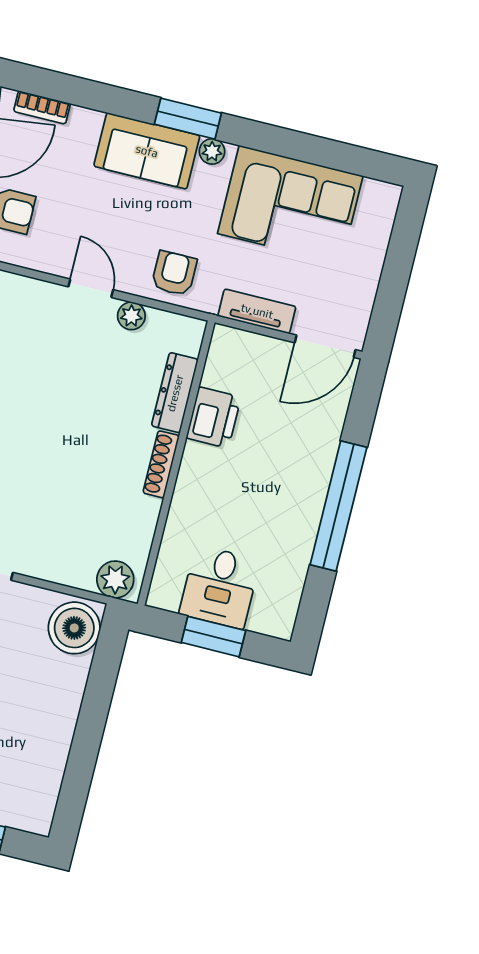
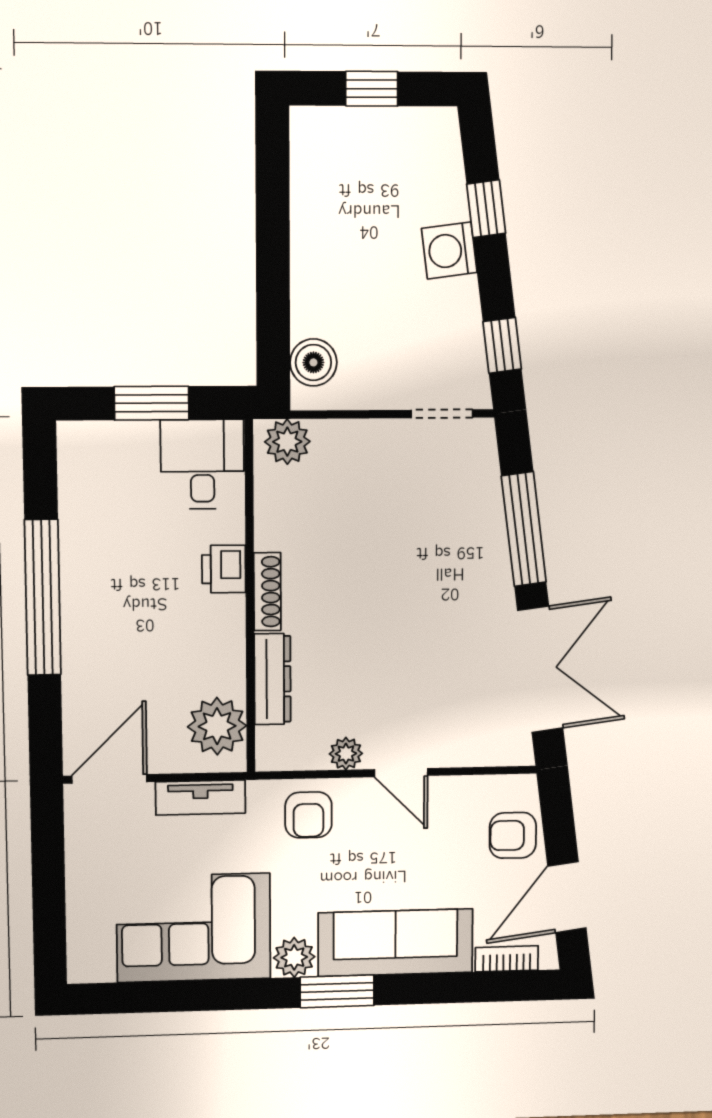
sofa: (147, 151) -> (395, 943), width x1.36
plant: (212, 151) -> (294, 957), width x1.38, depth x1.38
plant: (229, 366) -> (217, 726), added
printer: (214, 417) -> (224, 569), moved, width x0.73, depth x0.81
desk: (219, 587) -> (202, 464), moved
boiler: (74, 628) -> (313, 362), width x0.73, depth x0.73

